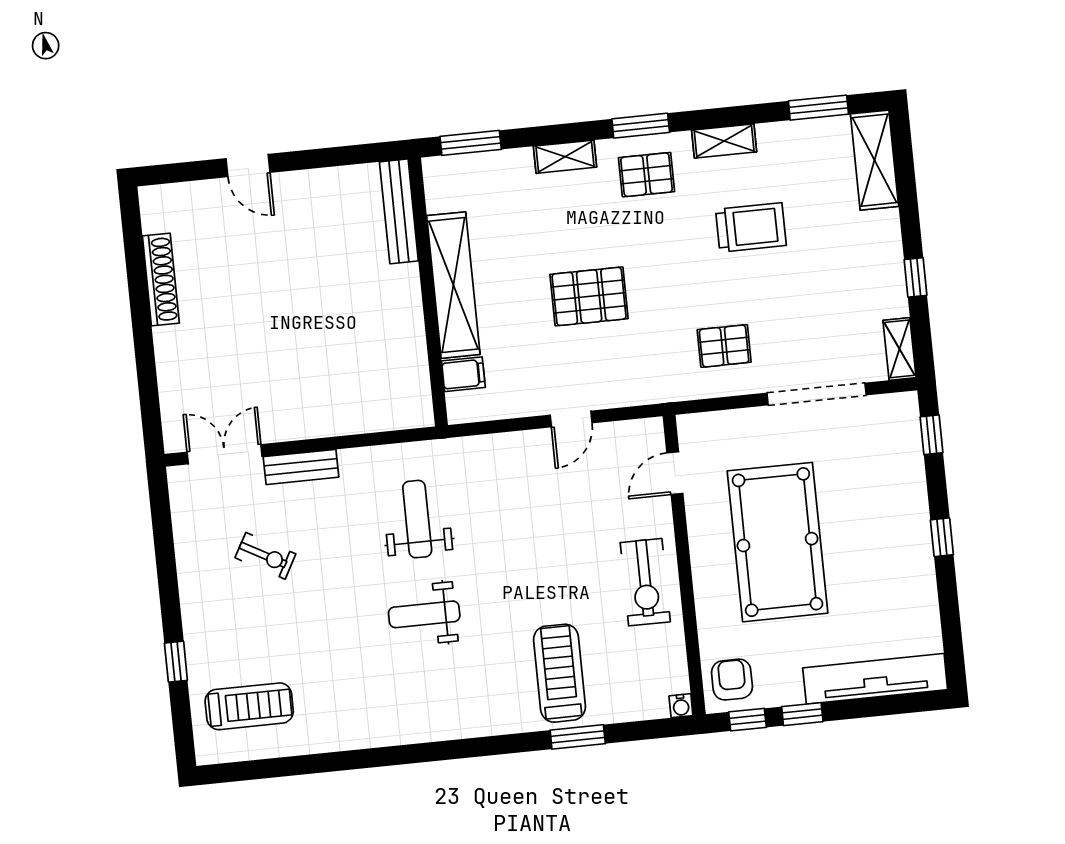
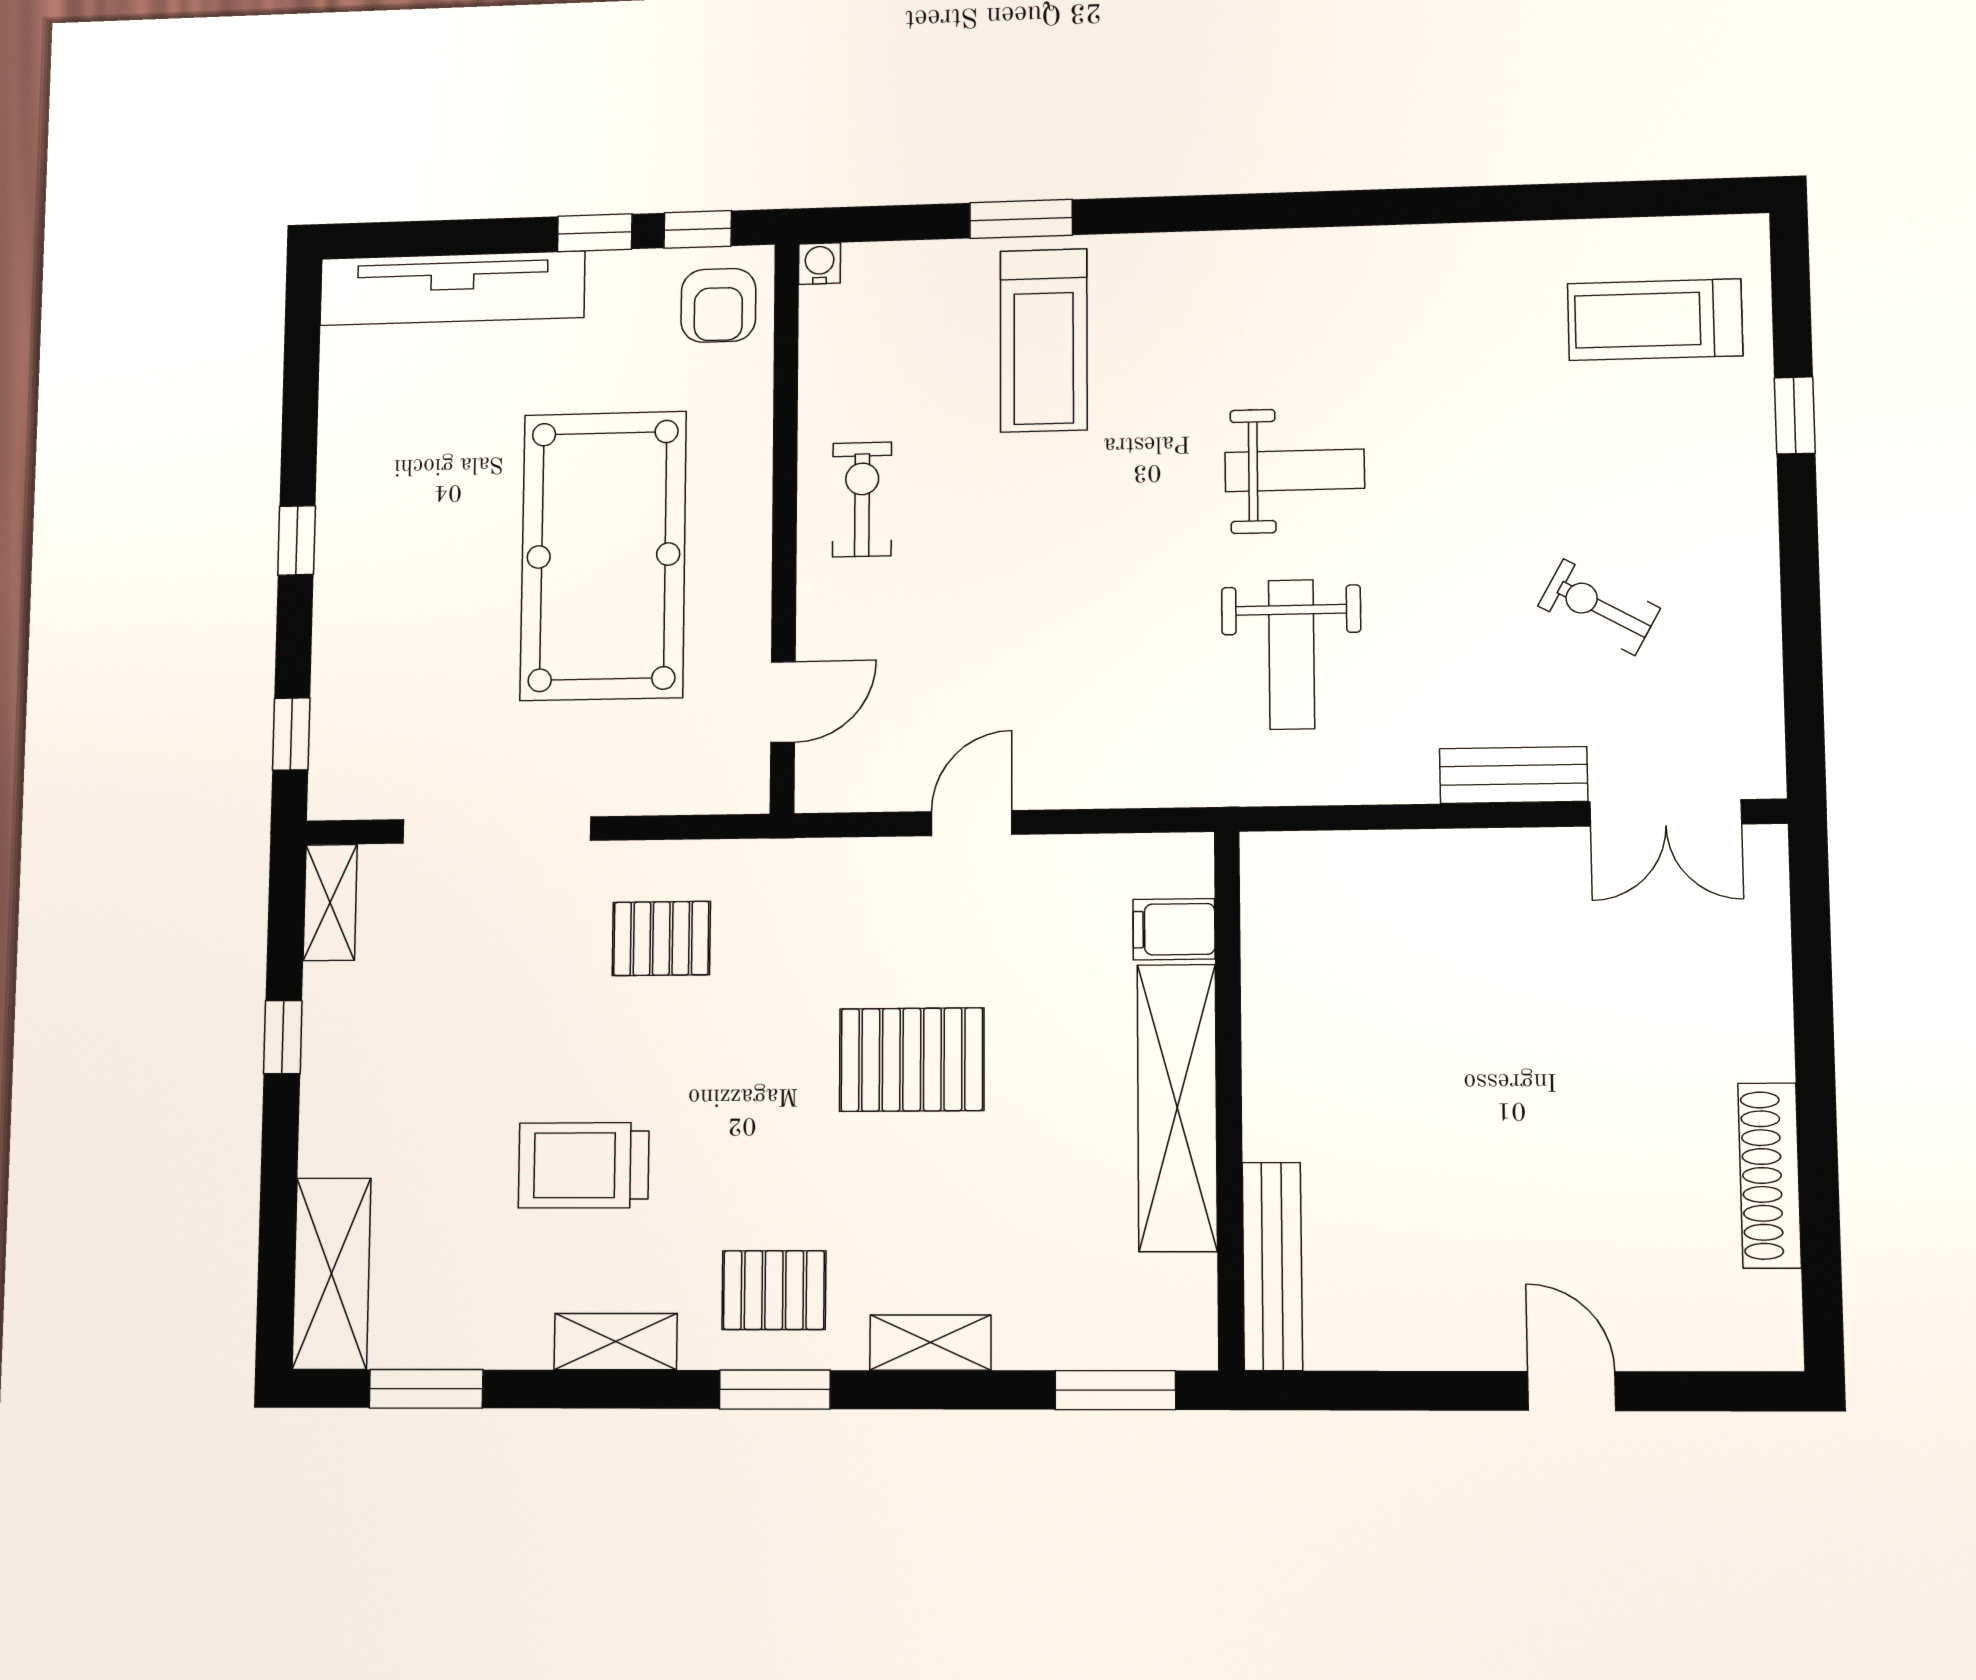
exercise bike: (645, 582) -> (862, 499), width x0.73, depth x0.72

